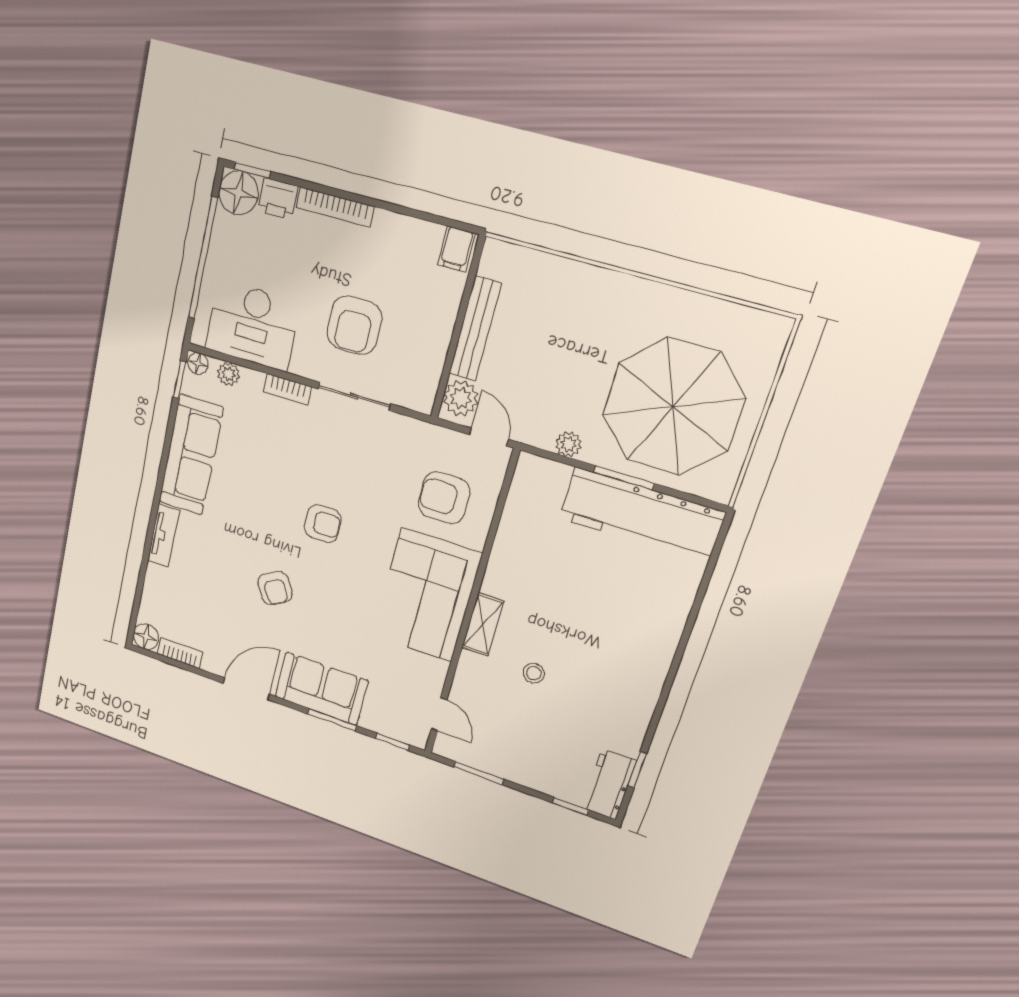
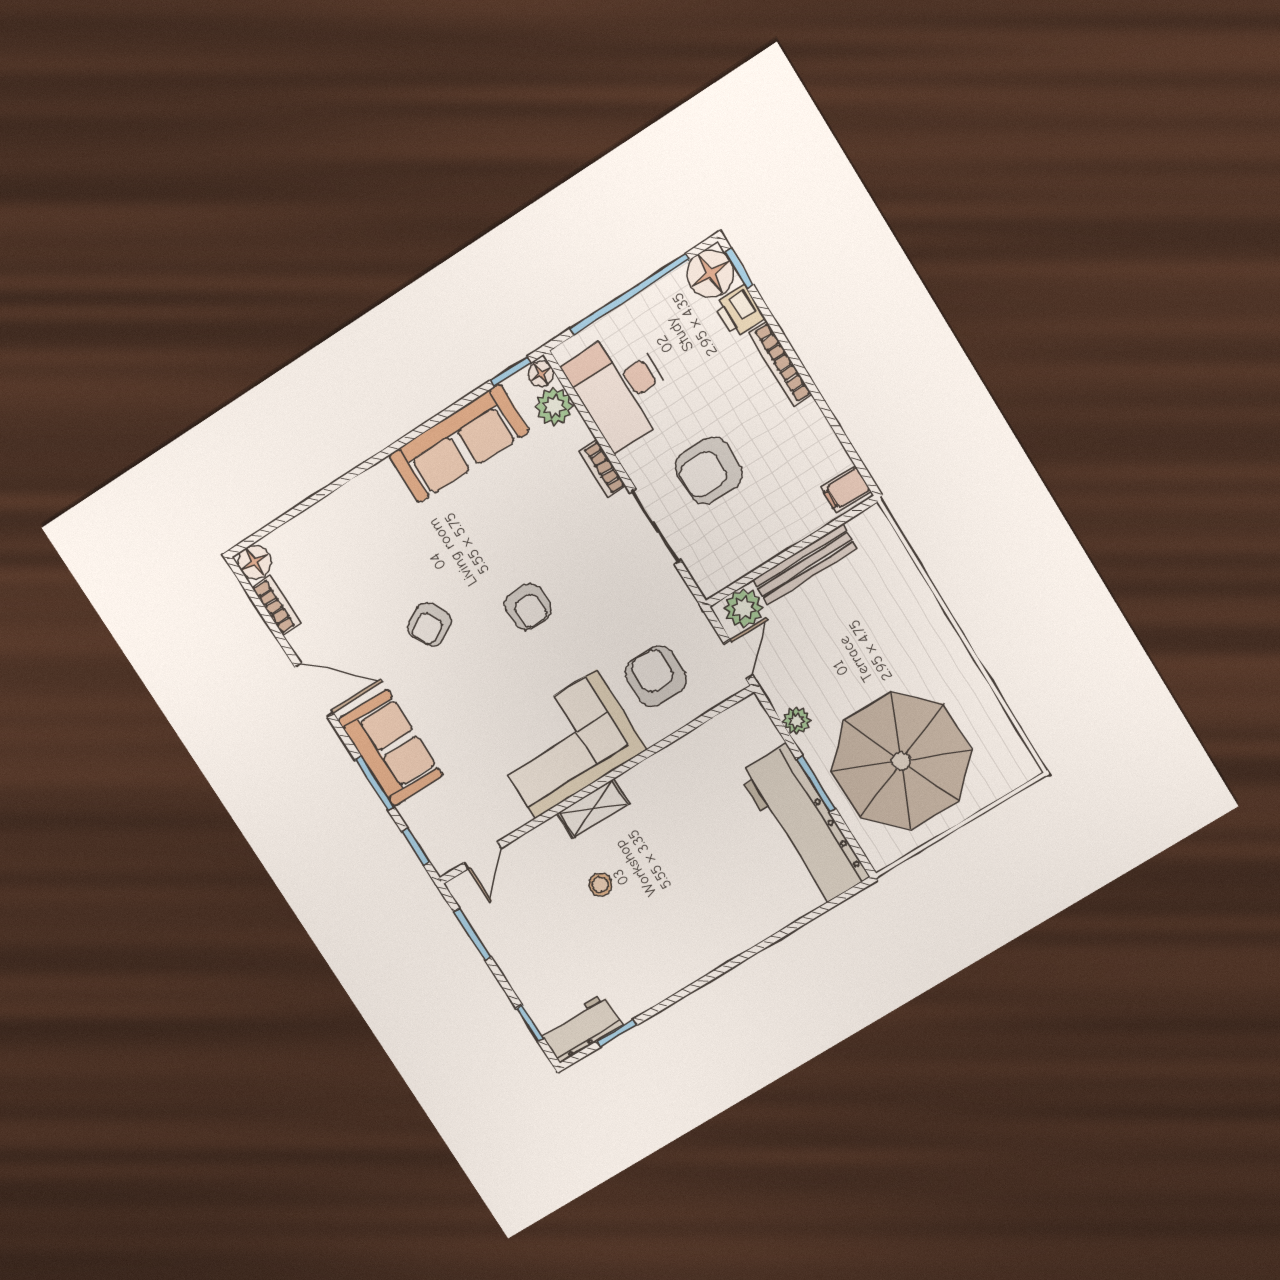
plant: (229, 374) -> (554, 407), width x1.38, depth x1.38
tv unit: (164, 536) -> (363, 489), removed

